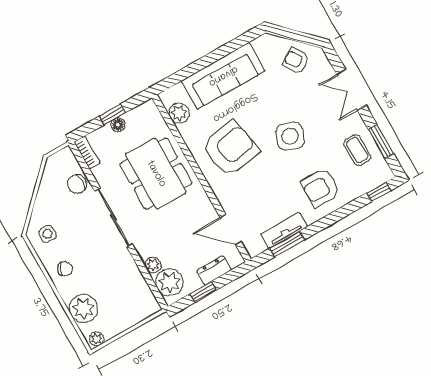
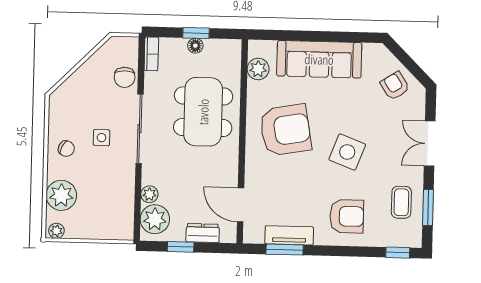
chair: (77, 184) -> (125, 77), turned -90
armchair: (321, 188) -> (347, 216), turned 180
side table: (47, 234) -> (102, 138), moved

